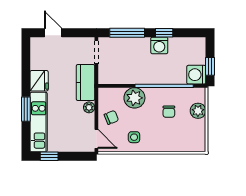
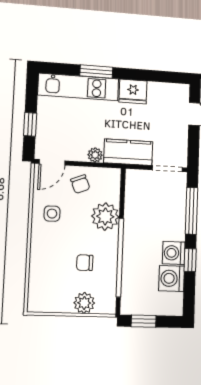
washing machine: (196, 75) -> (172, 278), moved, turned -90
window: (49, 156) -> (30, 124), moved

